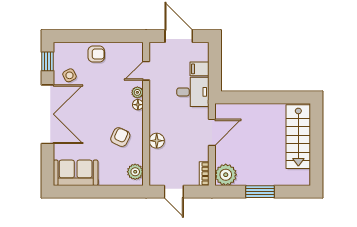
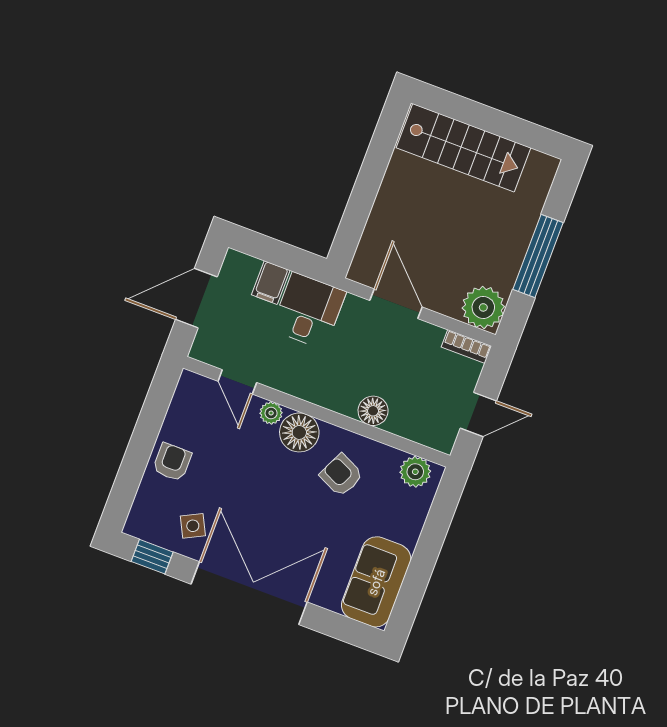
floor lamp: (138, 105) -> (299, 432), width x1.89, depth x1.89
window: (260, 192) -> (538, 256), width x1.44

